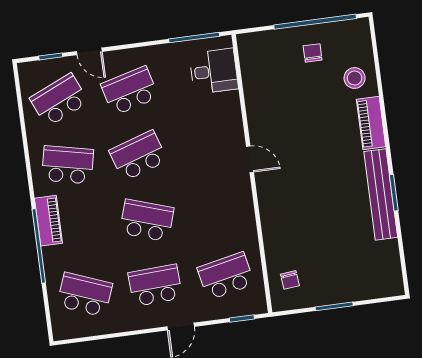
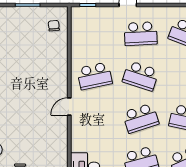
door: (250, 159) -> (69, 106), hinge flipped
school desk: (226, 276) -> (95, 76), moved

